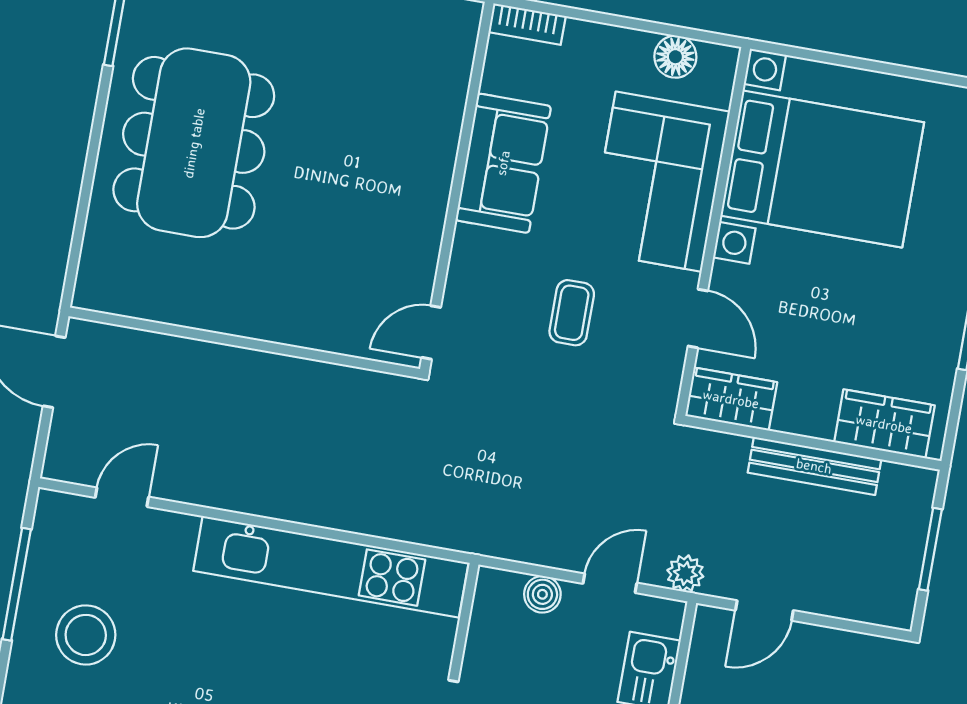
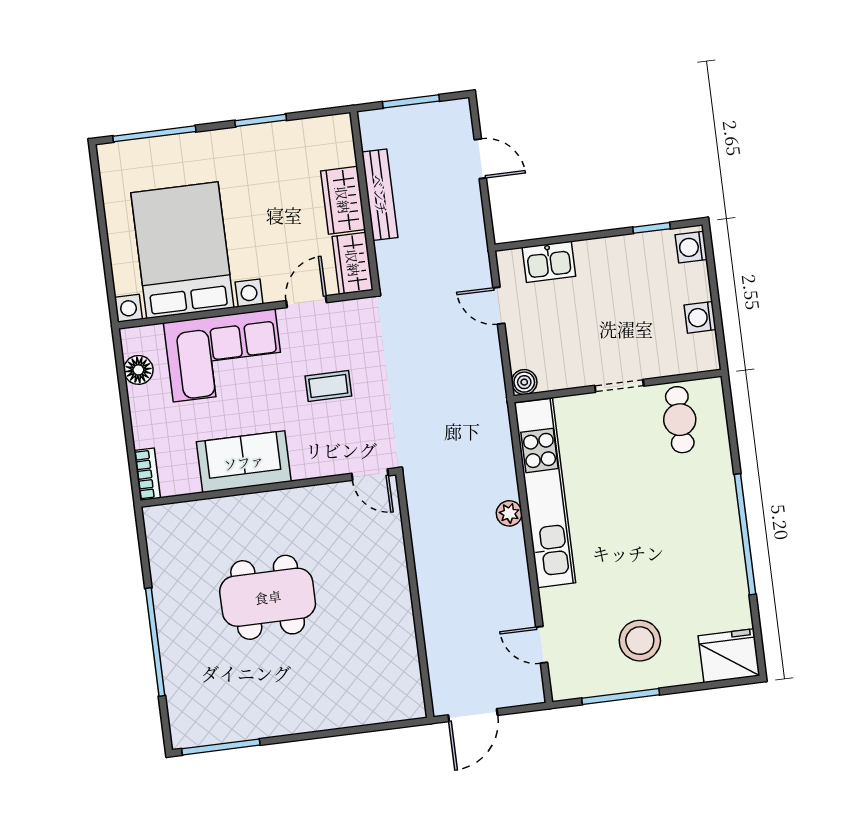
dining table: (194, 143) -> (268, 597), moved, width x0.73, depth x0.80
wardrobe: (884, 424) -> (343, 200), moved
plant: (685, 573) -> (509, 513), moved
boiler: (542, 594) -> (524, 382), moved
door: (764, 610) -> (480, 159), moved

